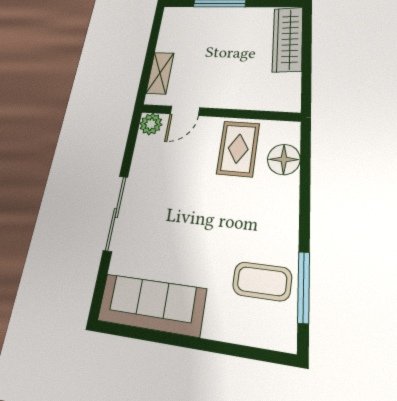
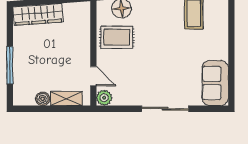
boiler: (166, 43) -> (43, 99), added
sofa: (152, 305) -> (215, 83), width x0.73

